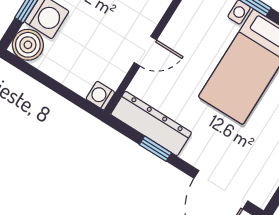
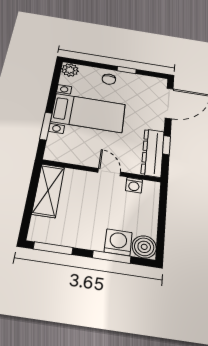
washing machine: (100, 96) -> (134, 185), moved

